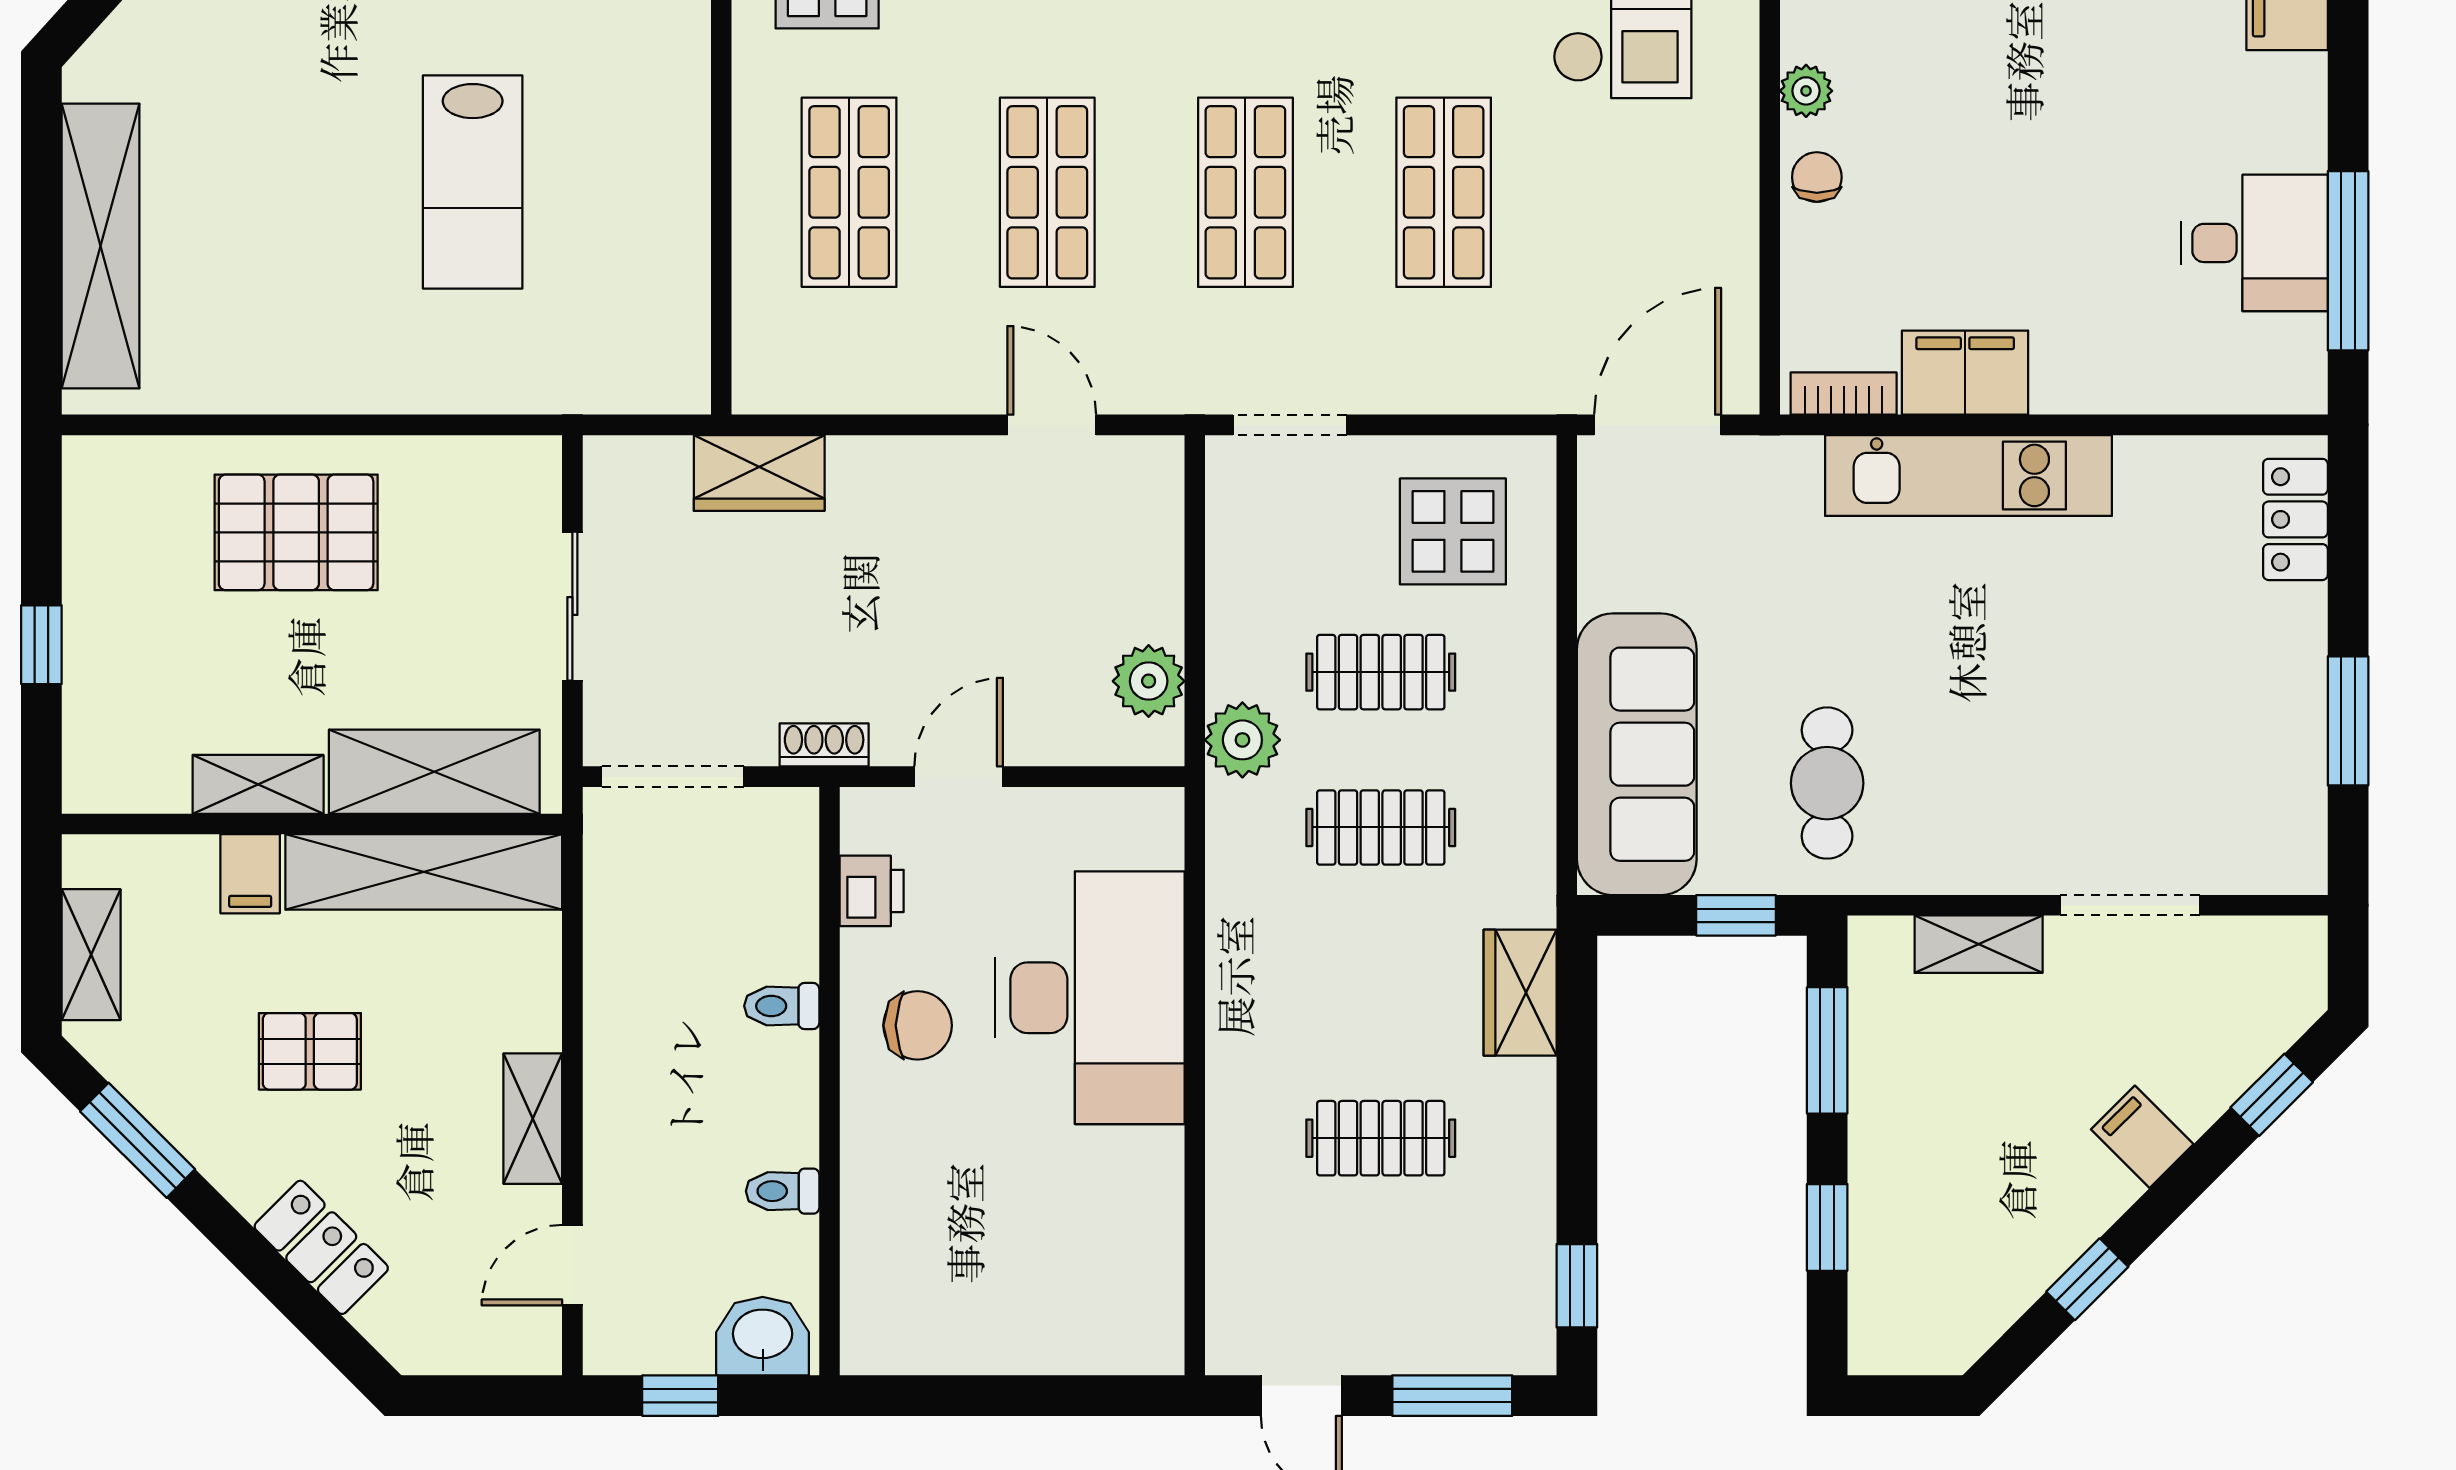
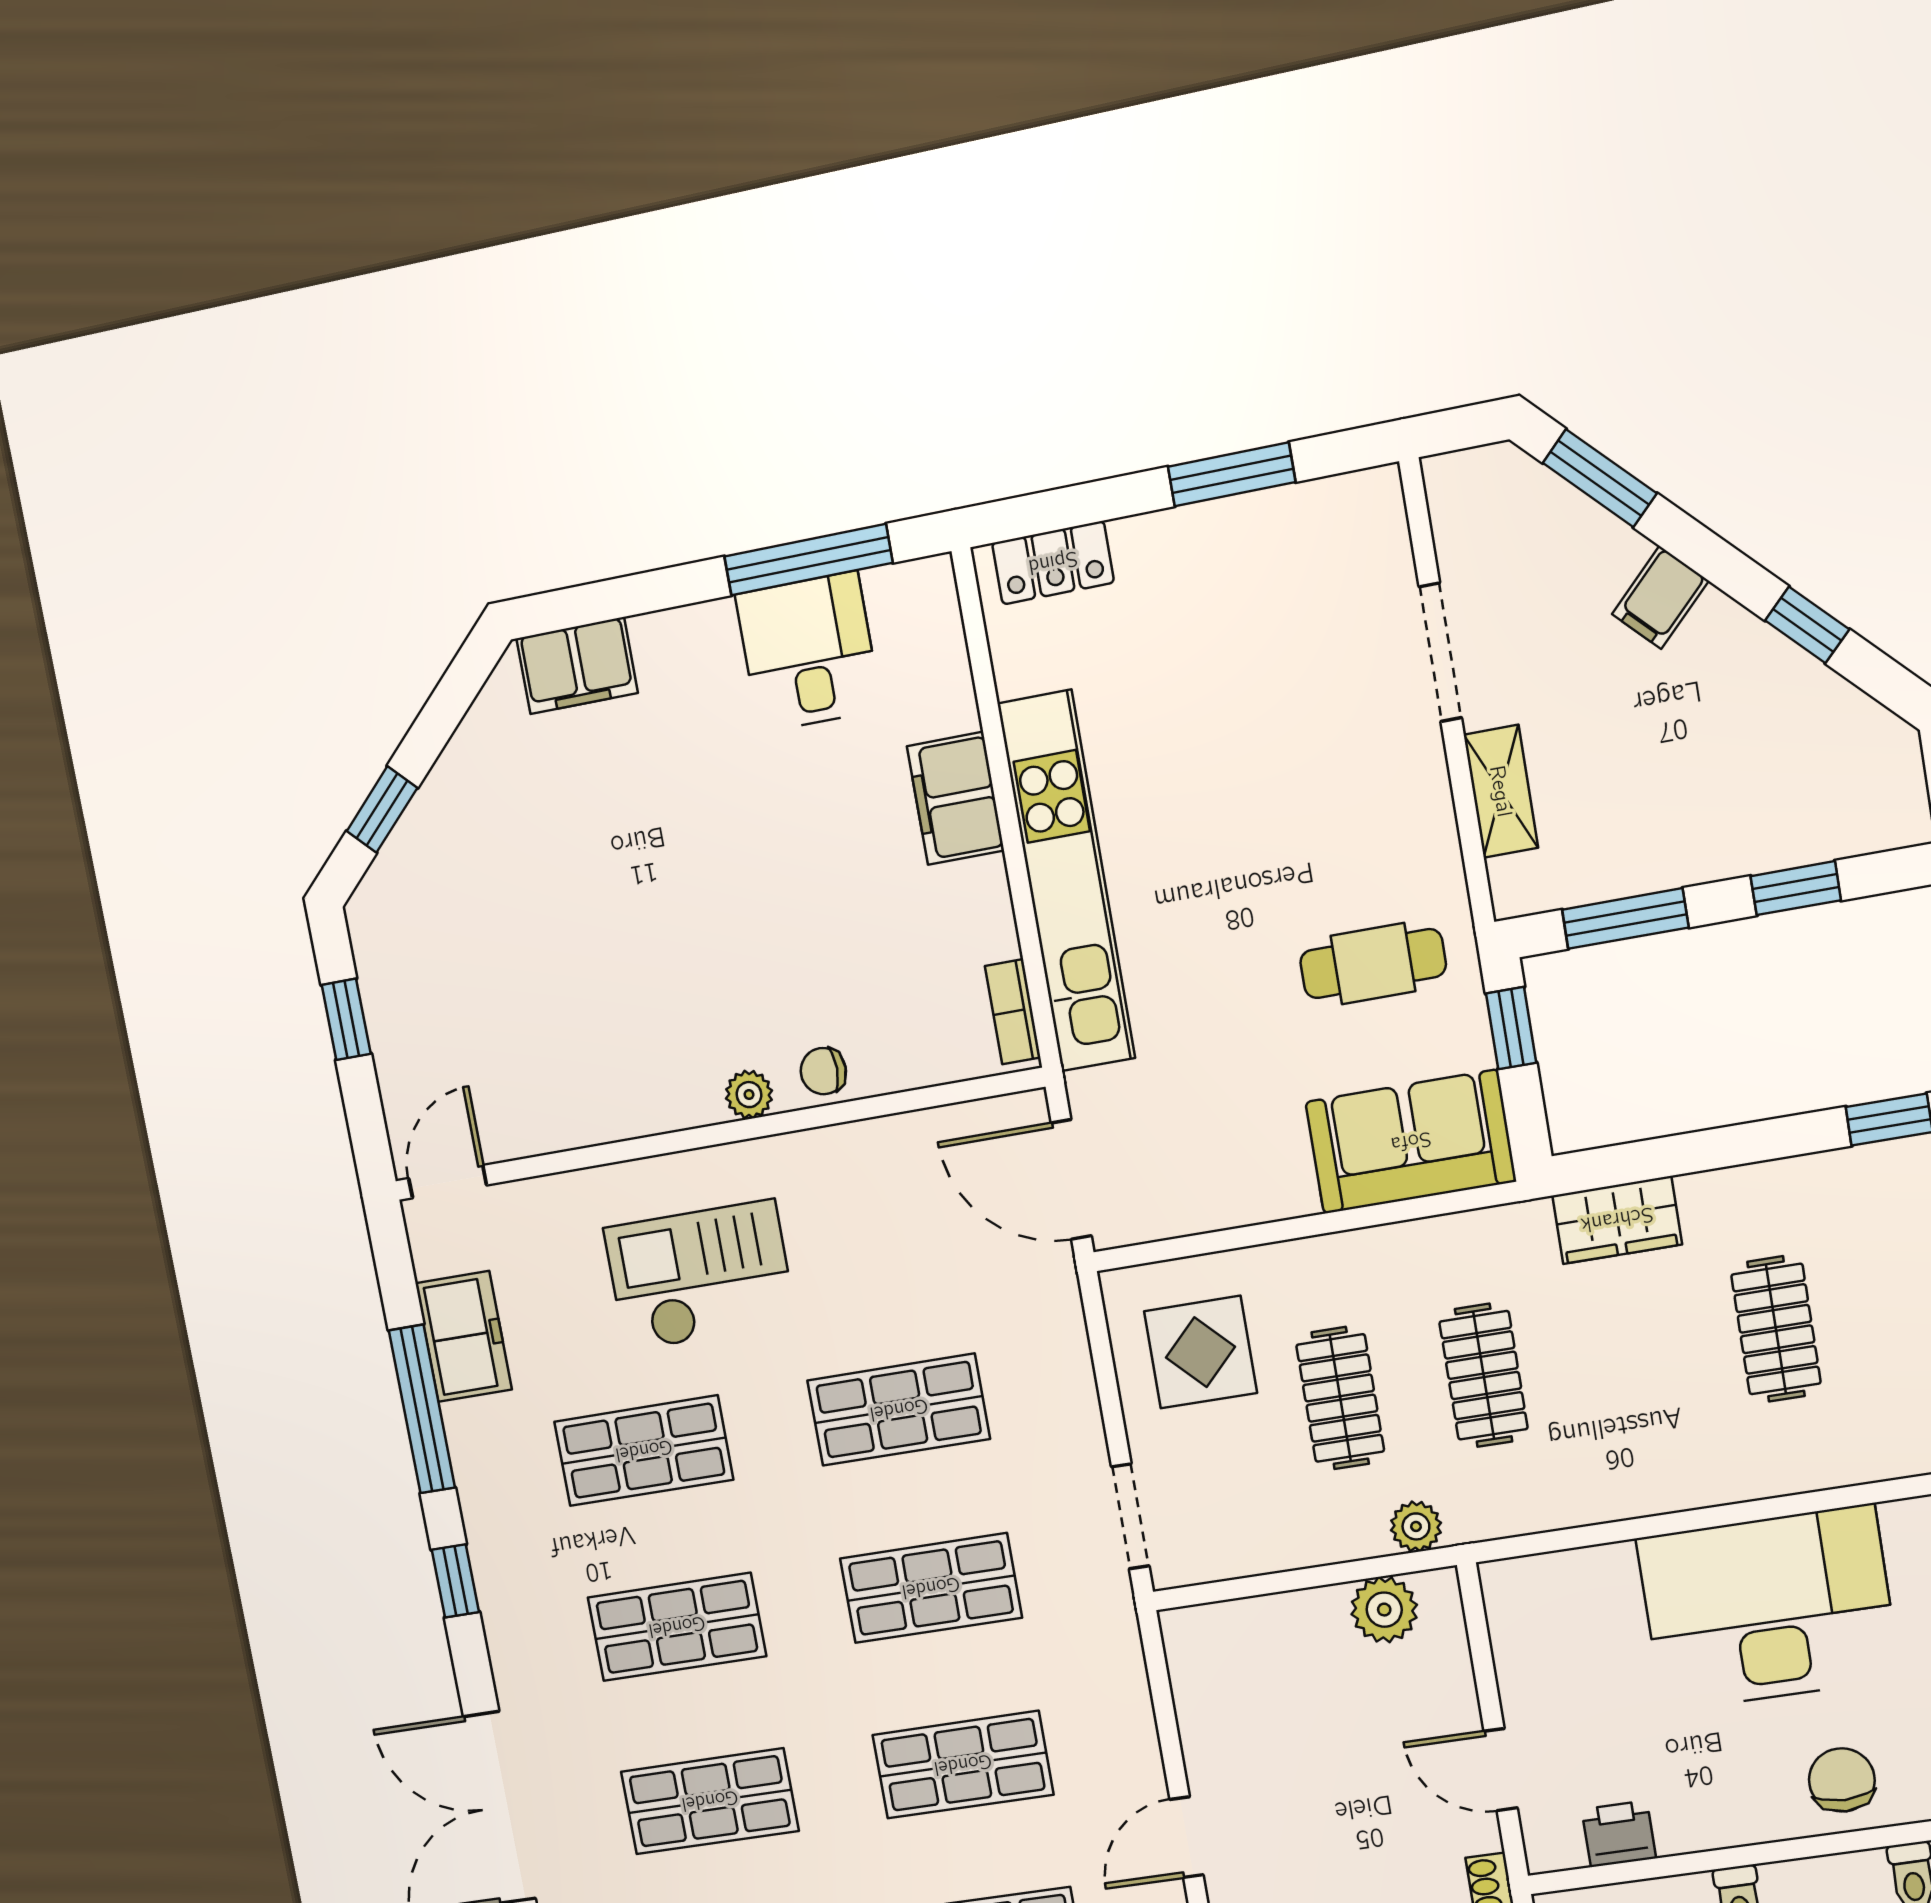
filing cabinet: (1965, 373) -> (956, 798), moved
door: (1052, 425) -> (1186, 1837), moved
kitchen unit: (1968, 475) -> (1067, 881), width x1.36
plant: (1242, 740) -> (1416, 1526), width x0.73, depth x0.73
sofa: (1637, 754) -> (1411, 1142), width x0.73
desk: (1090, 998) -> (1768, 1608), moved
chair: (918, 1025) -> (1842, 1780), moved
window: (2272, 1095) -> (1600, 478), width x1.50

